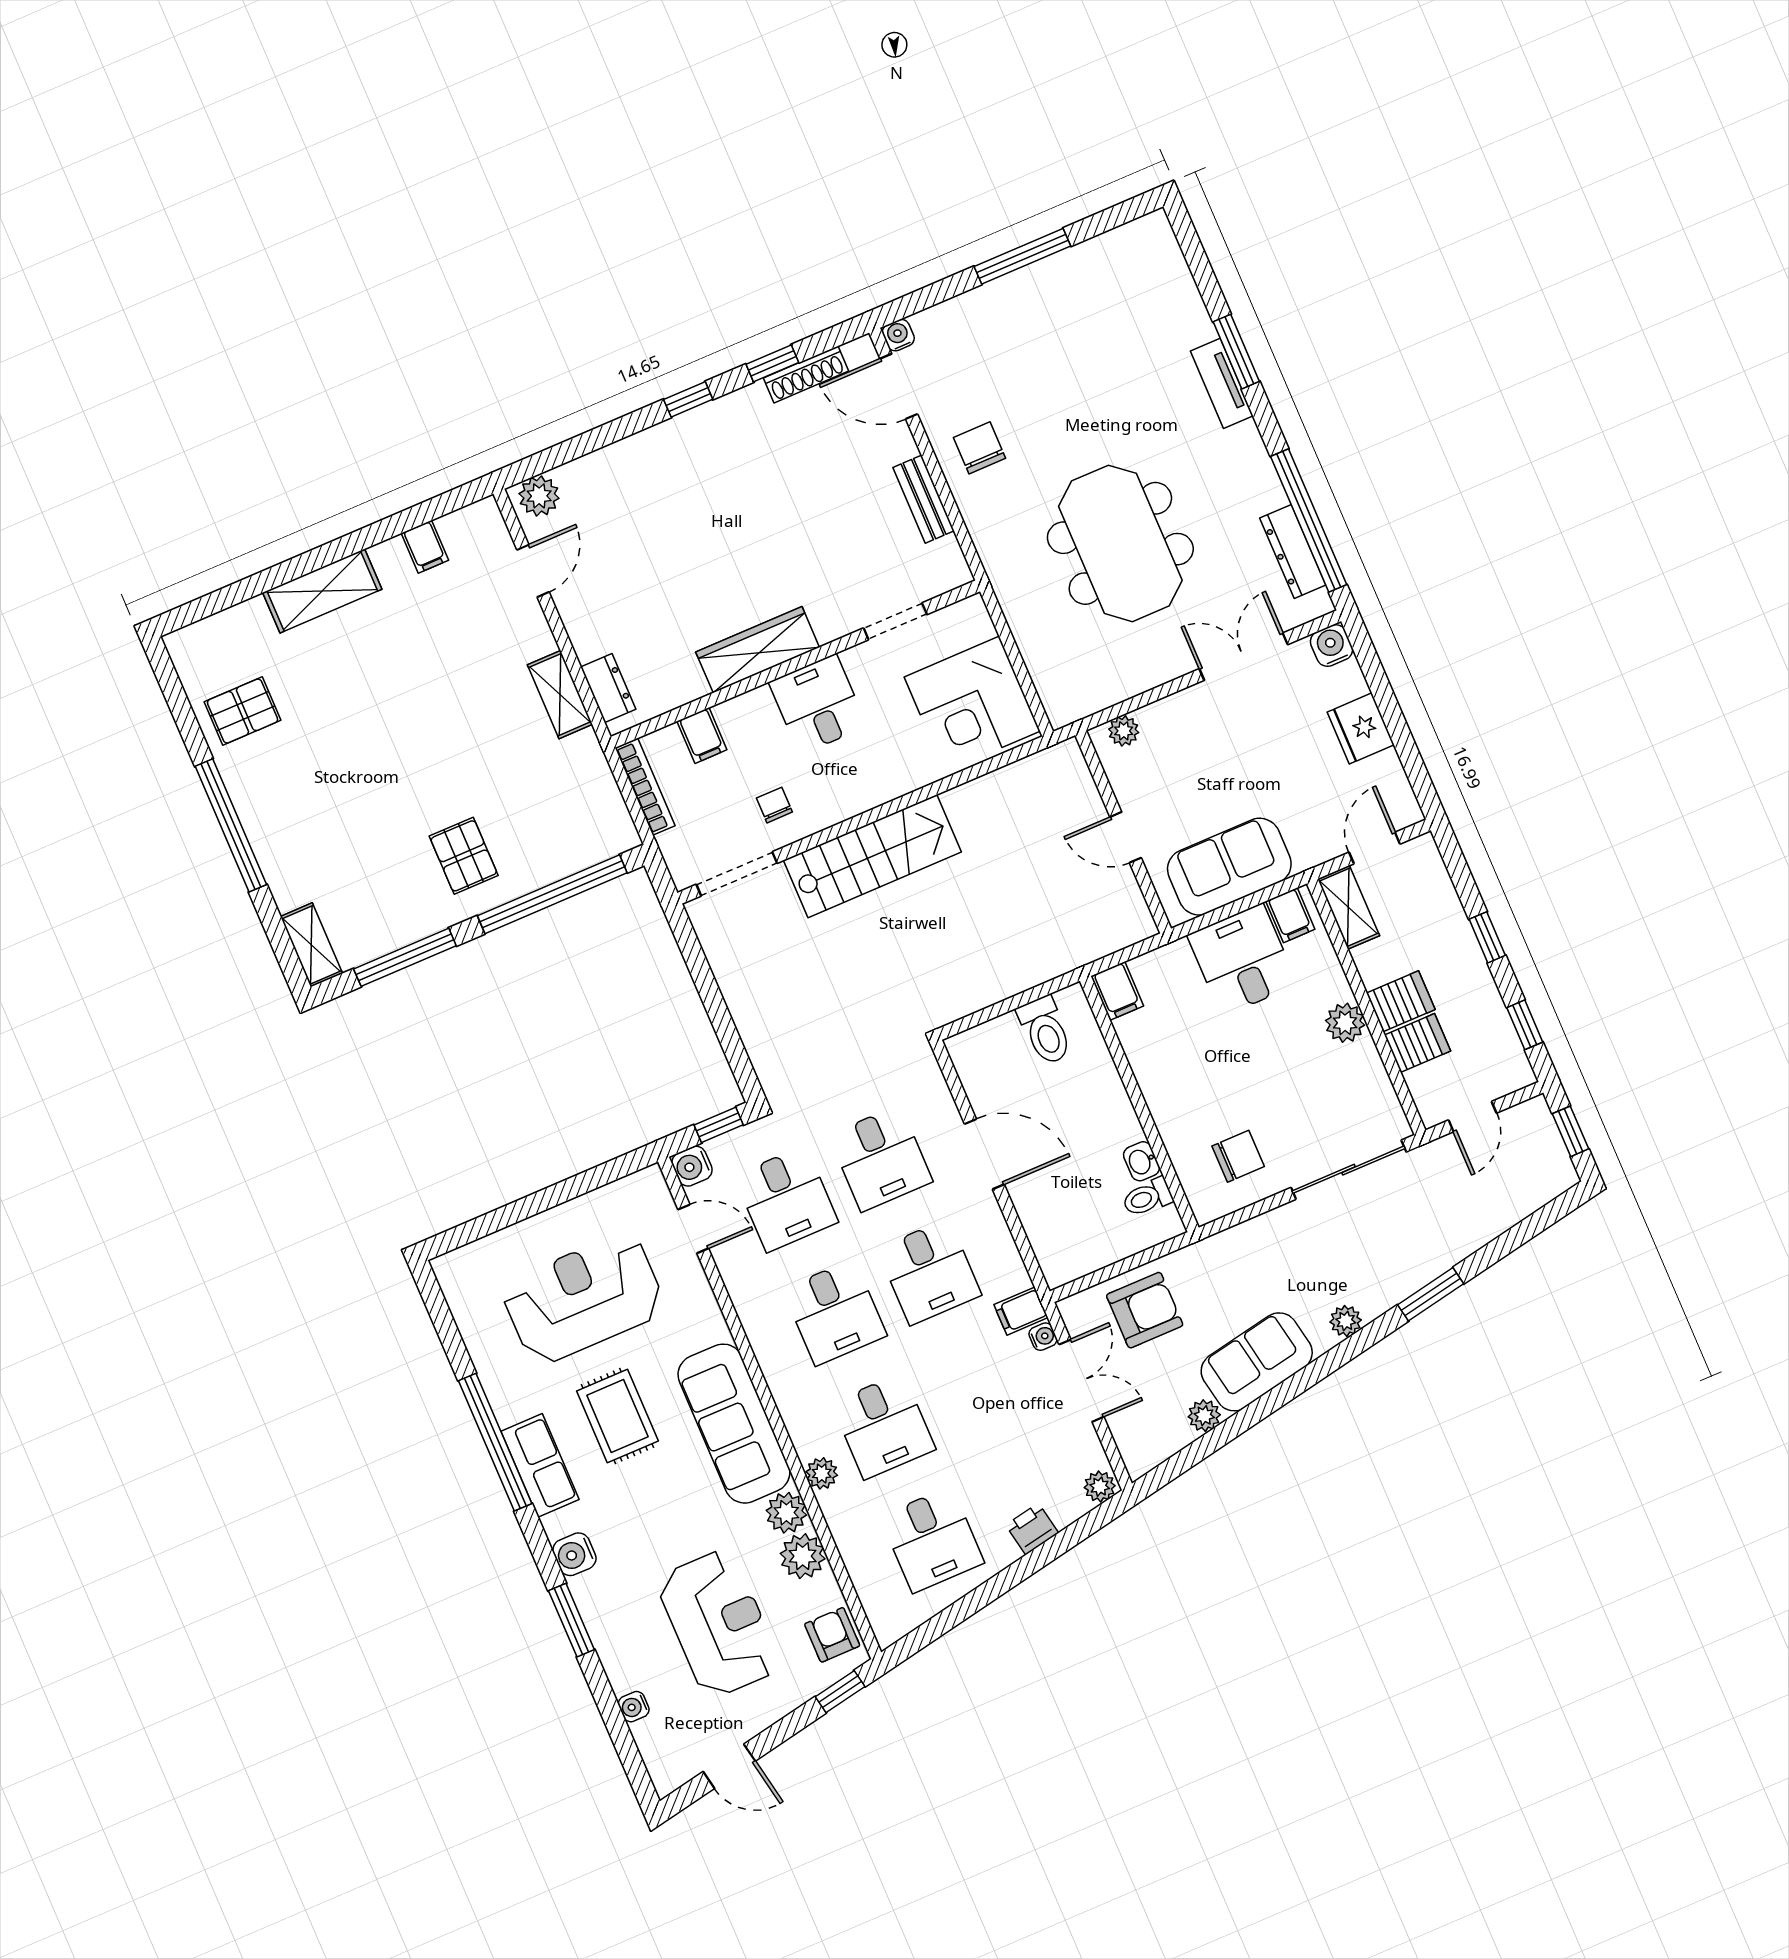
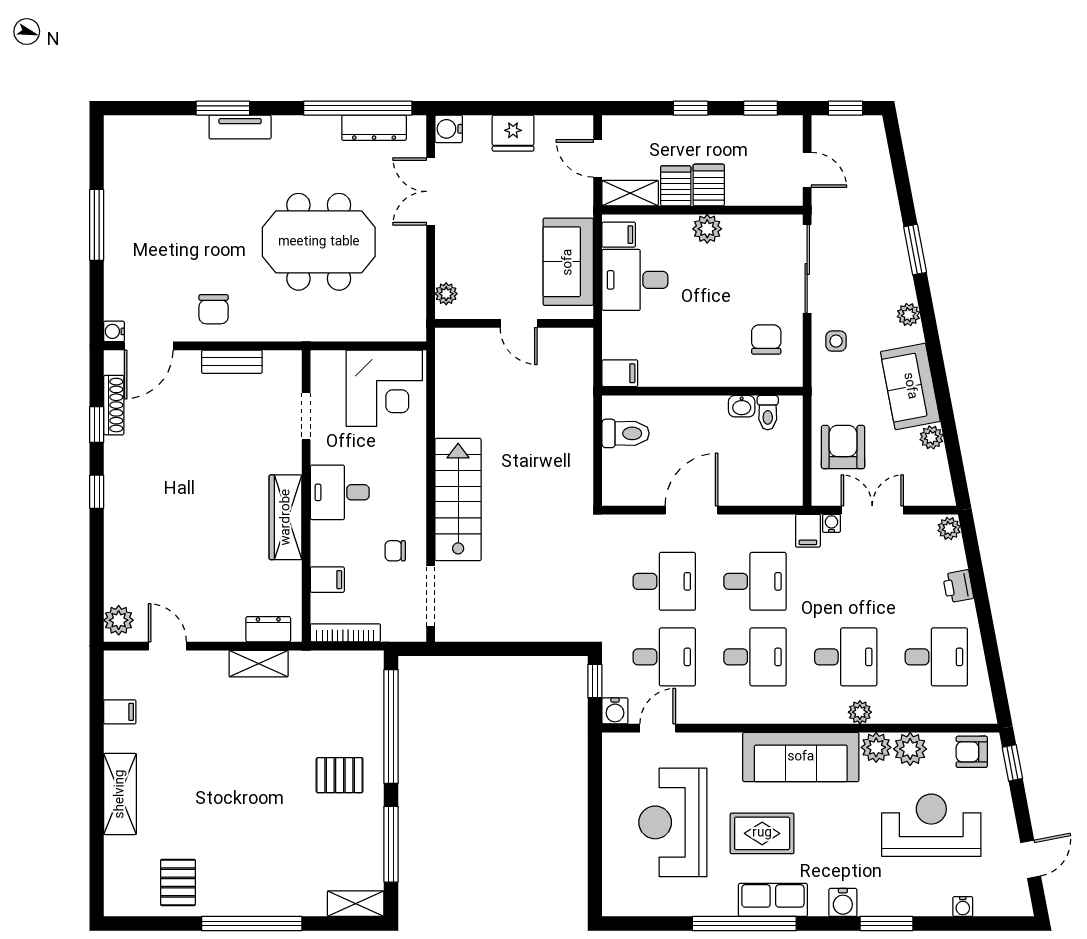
chair: (980, 448) -> (214, 309), turned -90
door: (1126, 837) -> (519, 323), hinge flipped
server rack: (1417, 1043) -> (676, 186), moved
side table: (1274, 1244) -> (836, 341), added

